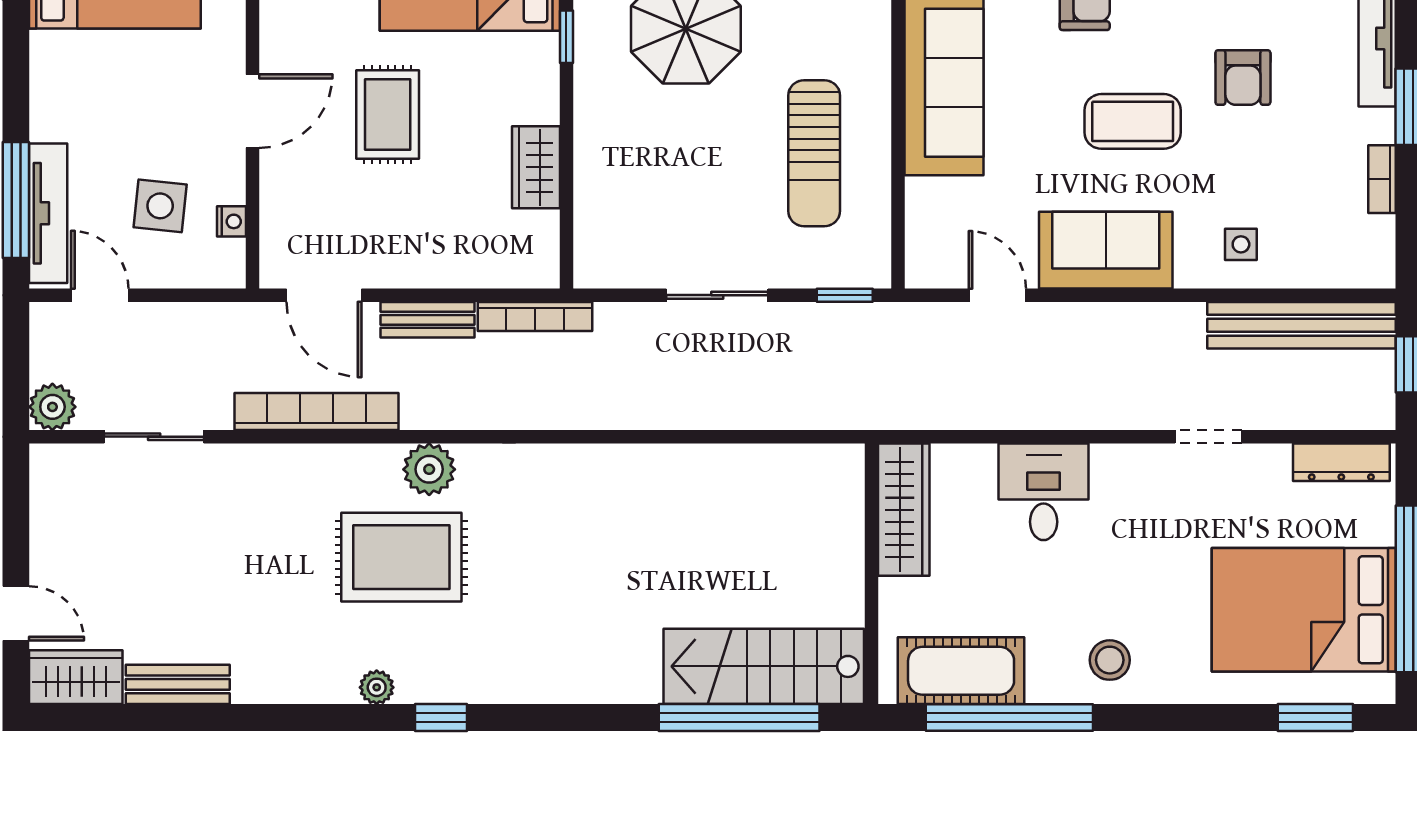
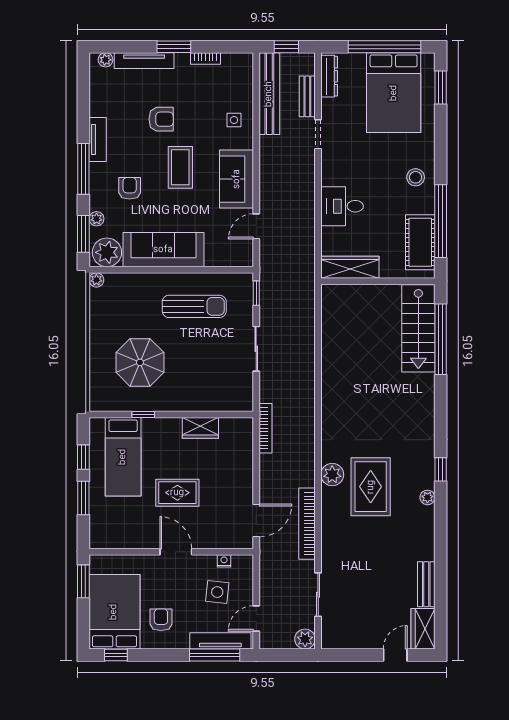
armchair: (96, 77) -> (161, 620), added
bench: (427, 320) -> (307, 96), moved

